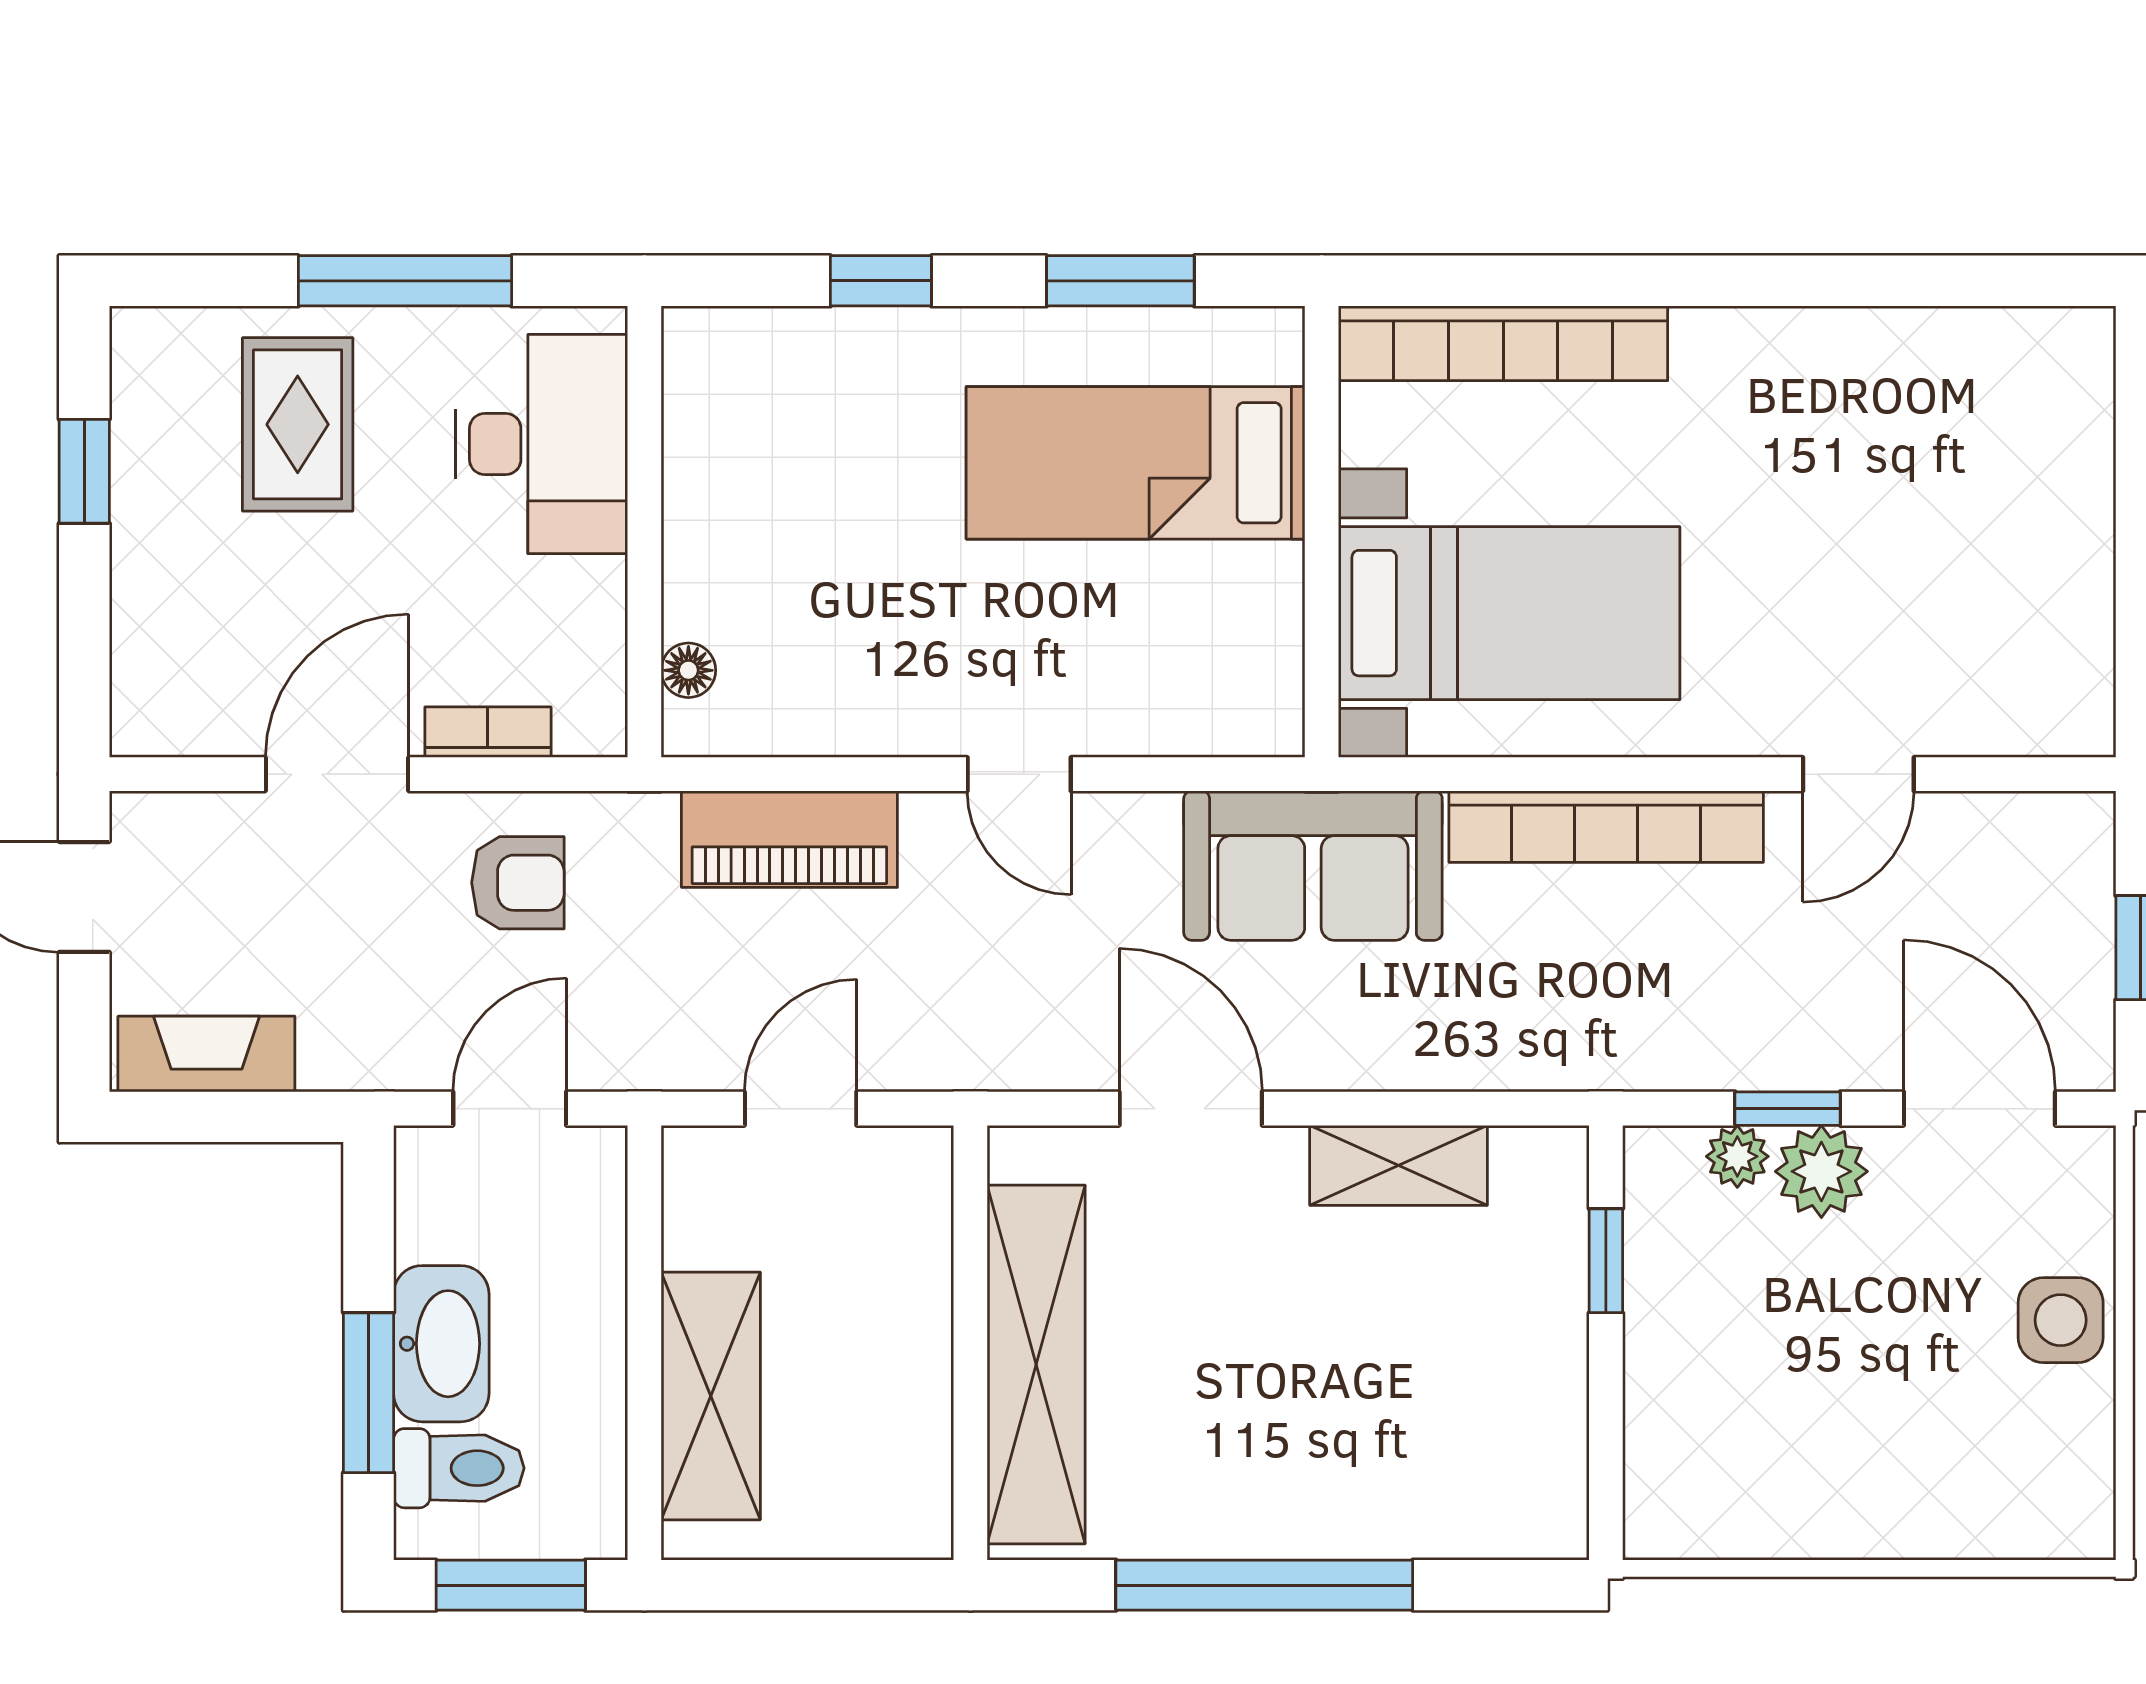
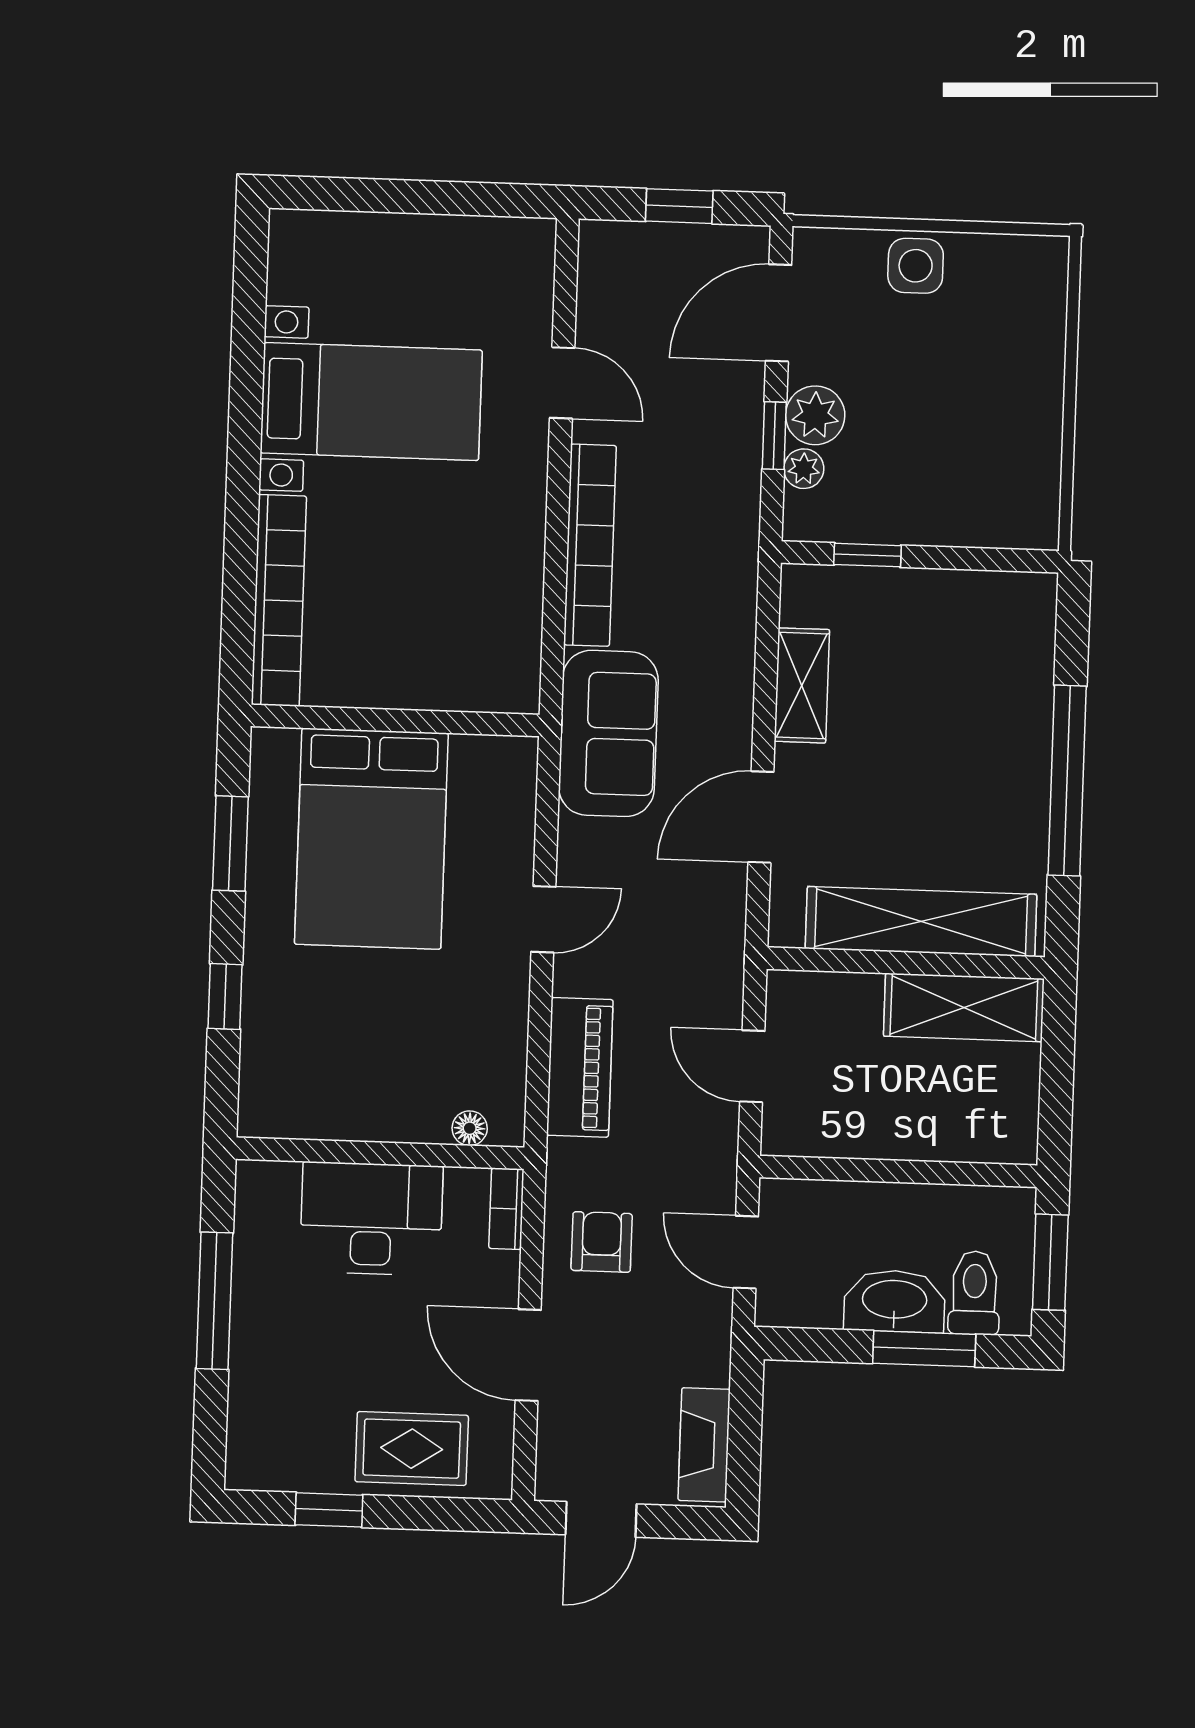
rug: (298, 424) -> (412, 1449), moved
desk: (542, 444) -> (371, 1219), moved
bed: (1136, 463) -> (371, 839), width x1.50
bed with nightstands: (1509, 613) -> (371, 402), moved, turned 90
bookcase: (488, 732) -> (506, 1209), moved
shelving: (711, 1396) -> (964, 1007), moved

